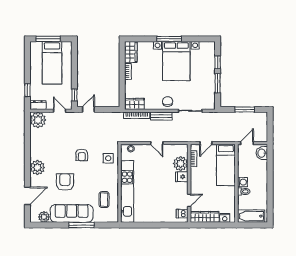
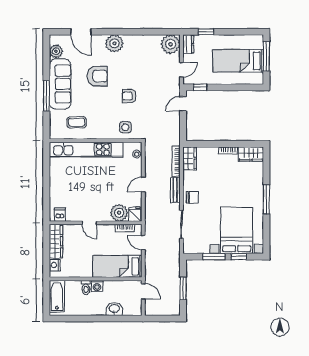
bed with nightstands: (176, 61) -> (237, 230), moved, turned 90
door: (88, 109) -> (183, 104), swing flipped
washbasin: (262, 153) -> (114, 309), moved
fridge: (182, 177) -> (135, 214), moved
door: (189, 200) -> (89, 223), moved

